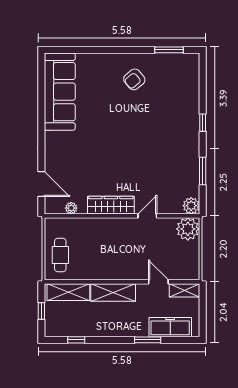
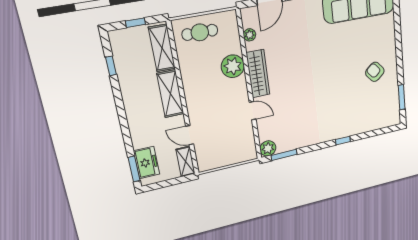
window: (203, 171) -> (284, 155), moved
plant: (188, 229) -> (233, 66), moved
door: (158, 282) -> (190, 135), swing flipped
freezer: (170, 327) -> (147, 163), width x0.71
window: (148, 340) -> (134, 169), moved

